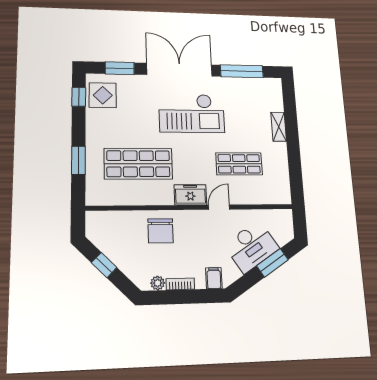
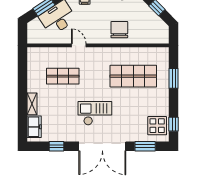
window: (242, 71) -> (56, 146), width x0.46
checkout: (192, 113) -> (95, 113), width x0.73, depth x0.83
freezer: (190, 195) -> (34, 127), moved, turned -90
door: (219, 207) -> (79, 45), swing flipped

